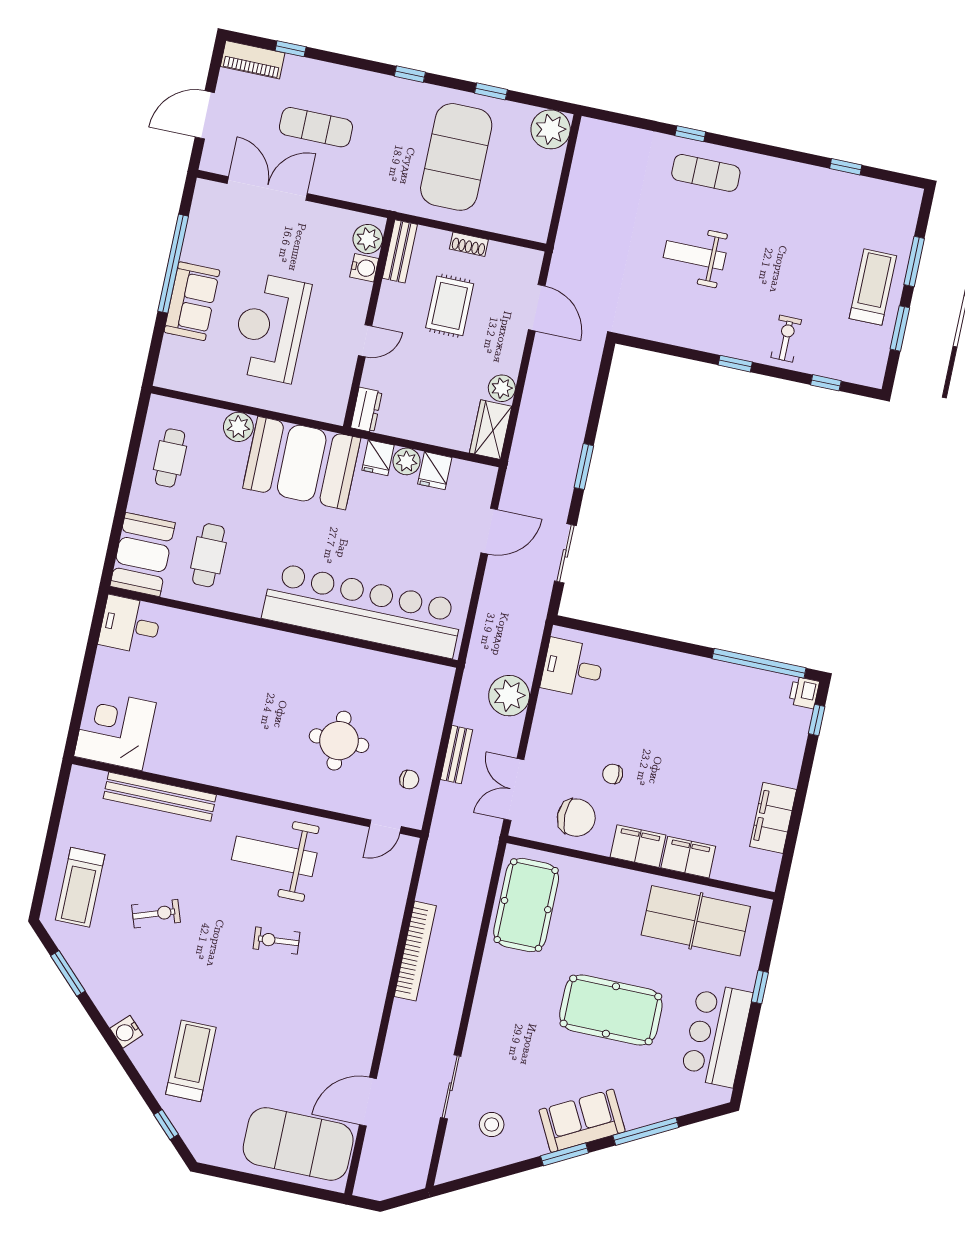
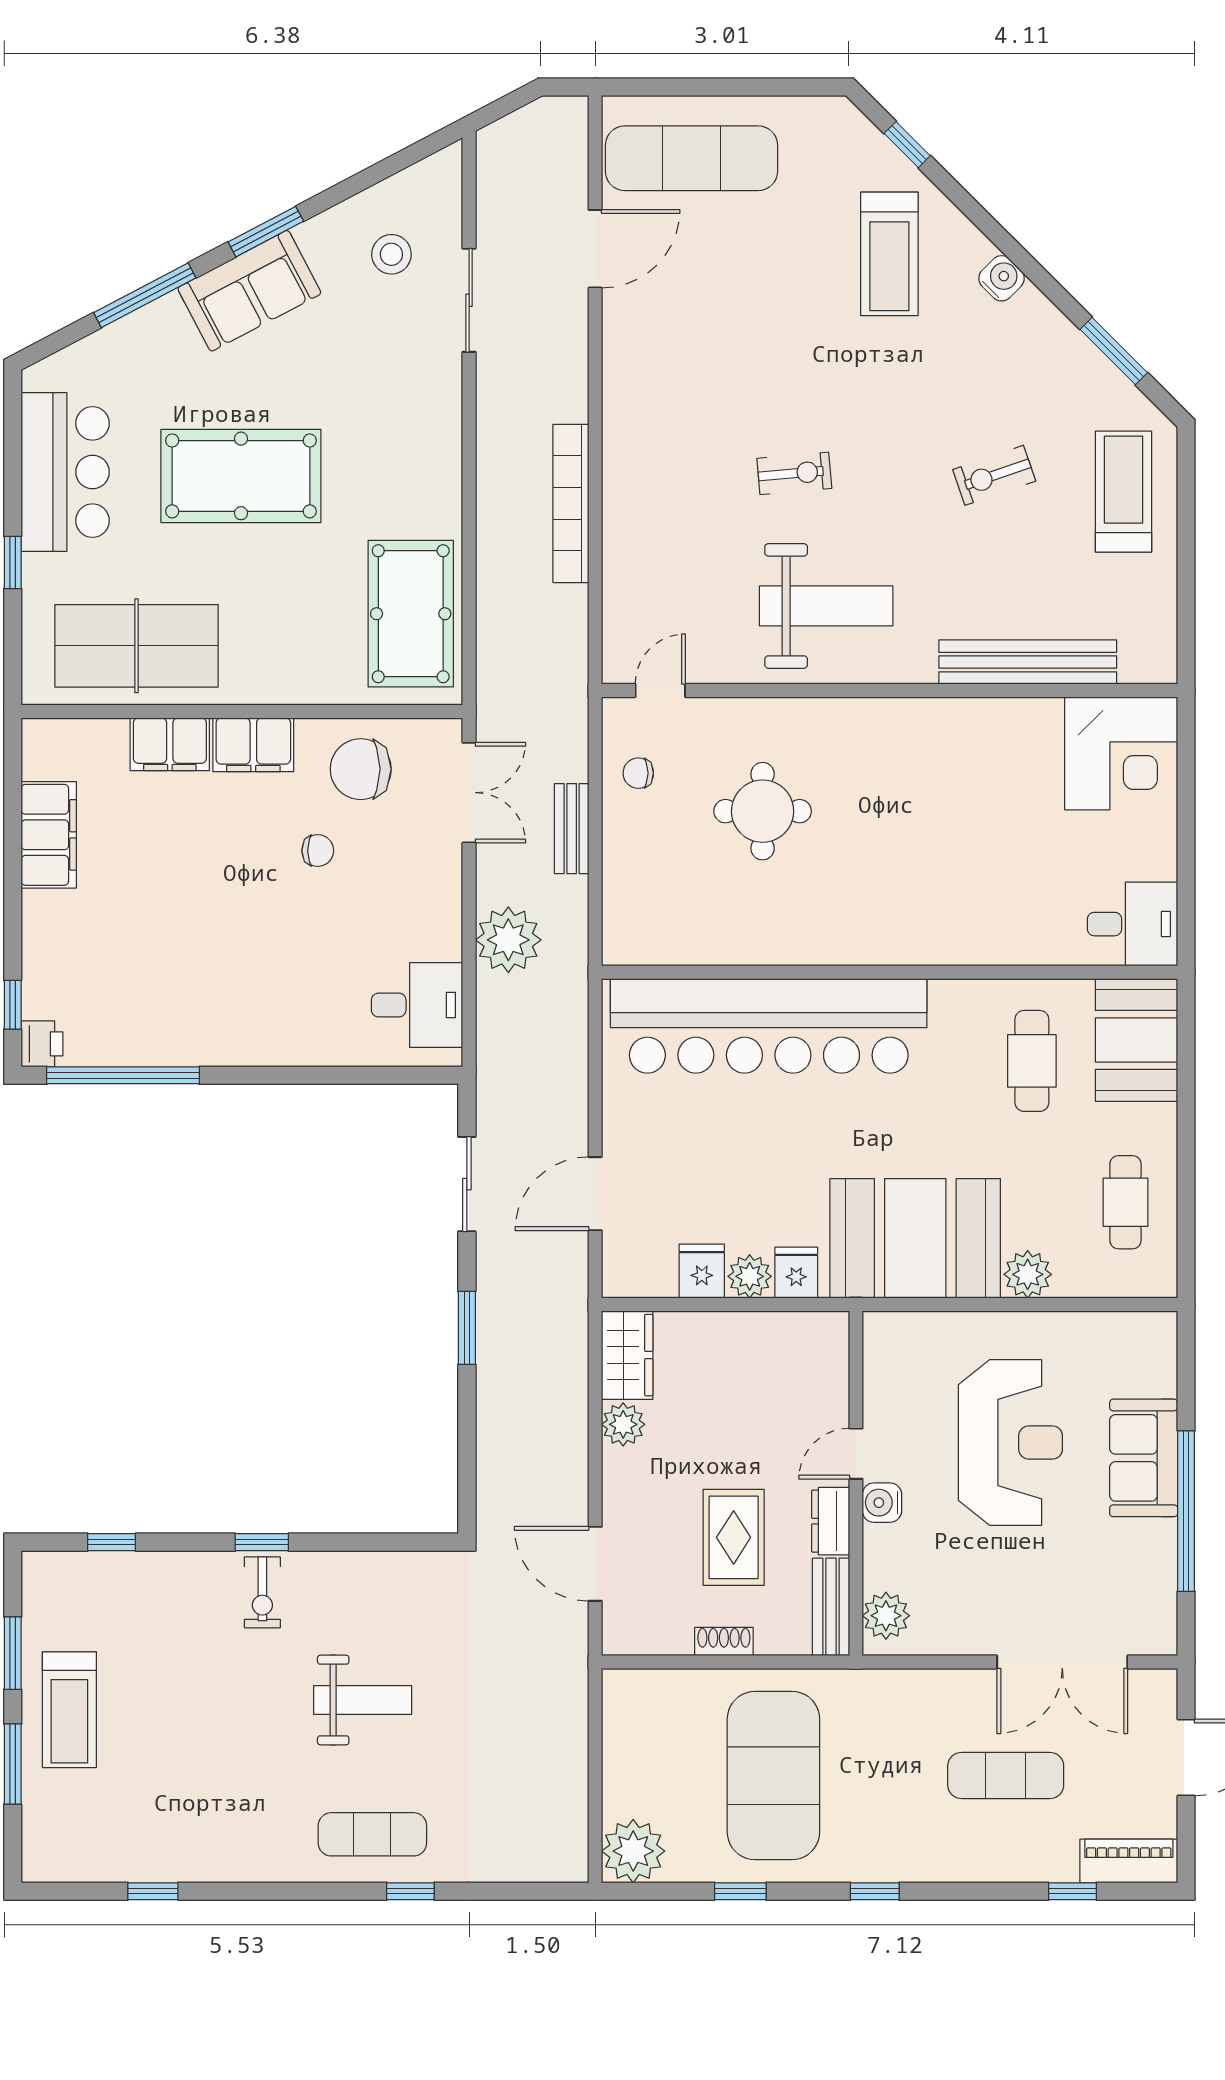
water cooler: (364, 268) -> (882, 1503), moved
exercise bike: (786, 339) -> (262, 1592), moved
dresser: (366, 410) -> (831, 1521), moved
exercise mat: (298, 1144) -> (691, 158), width x0.68

